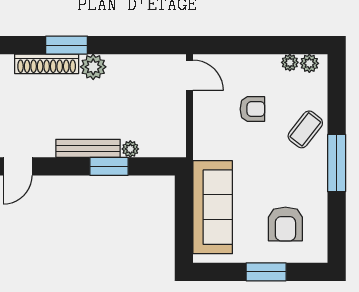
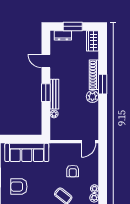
window: (109, 166) -> (46, 93), moved

